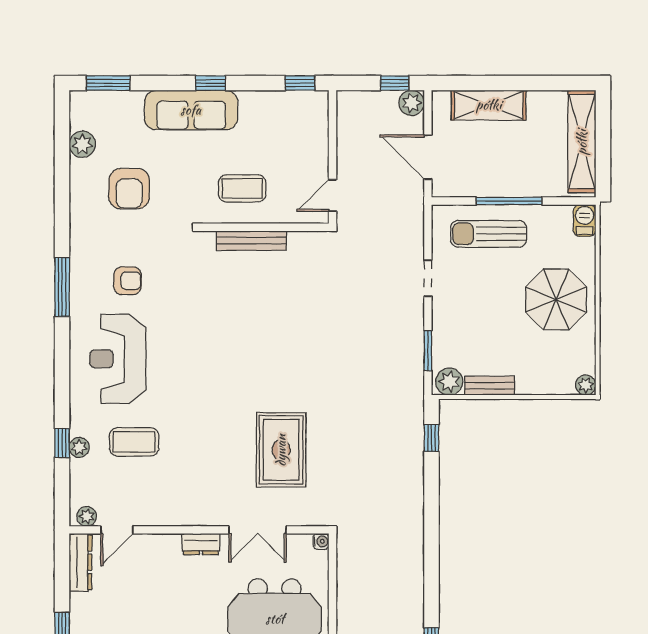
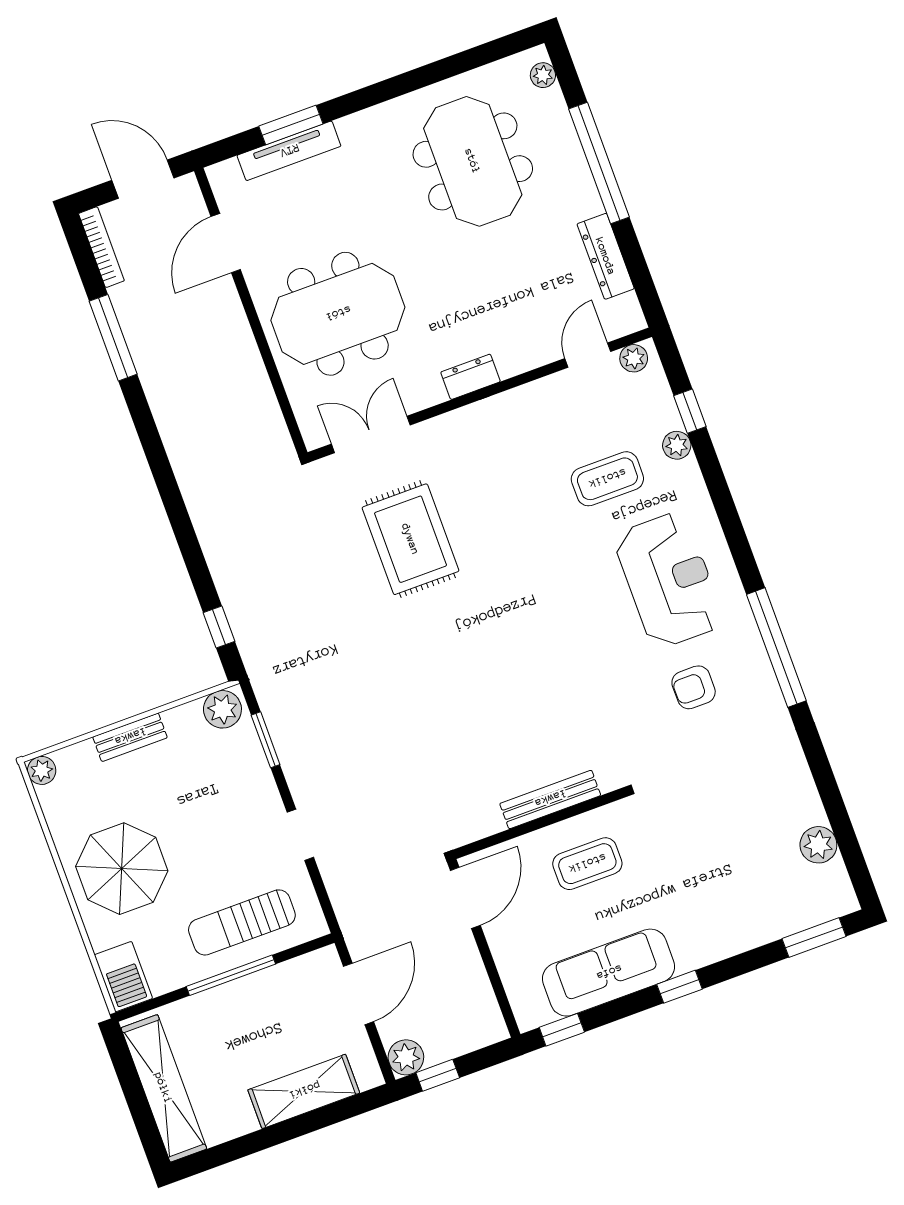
sofa: (191, 110) -> (609, 973), moved
door: (428, 157) -> (359, 994), hinge flipped
armchair: (129, 189) -> (736, 809), removed
door: (333, 195) -> (465, 898), width x1.38
barbecue: (585, 220) -> (123, 977), width x1.38, depth x1.27
sun lounger: (489, 234) -> (242, 922), turned 180
window: (62, 287) -> (776, 648), width x1.46
bench: (490, 386) -> (130, 737), moved
window: (62, 443) -> (690, 411), moved
double door: (258, 530) -> (371, 434), moved
water cooler: (321, 541) -> (314, 438), removed
dresser: (81, 562) -> (606, 256), moved

